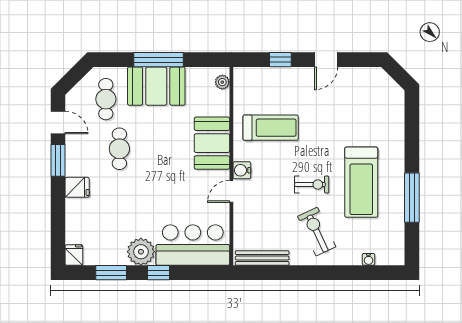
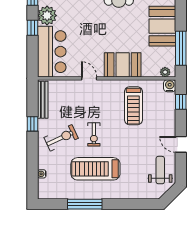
window: (159, 60) -> (181, 48), moved
window: (280, 60) -> (181, 102), moved
weight bench: (363, 89) -> (160, 170), added
water cooler: (242, 170) -> (170, 86), moved
window: (297, 273) -> (32, 124), added

